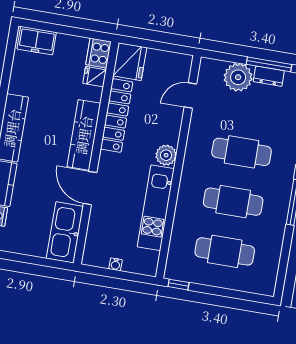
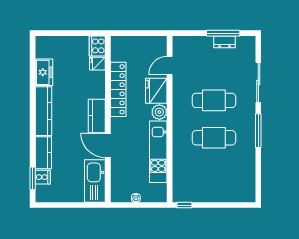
freezer: (37, 41) -> (44, 72), moved, turned -90
fridge: (130, 62) -> (156, 91), moved, turned 180
plant: (238, 77) -> (202, 46), removed
kitchen counter: (84, 135) -> (97, 116), width x0.67
cafe table: (225, 251) -> (214, 175), removed

